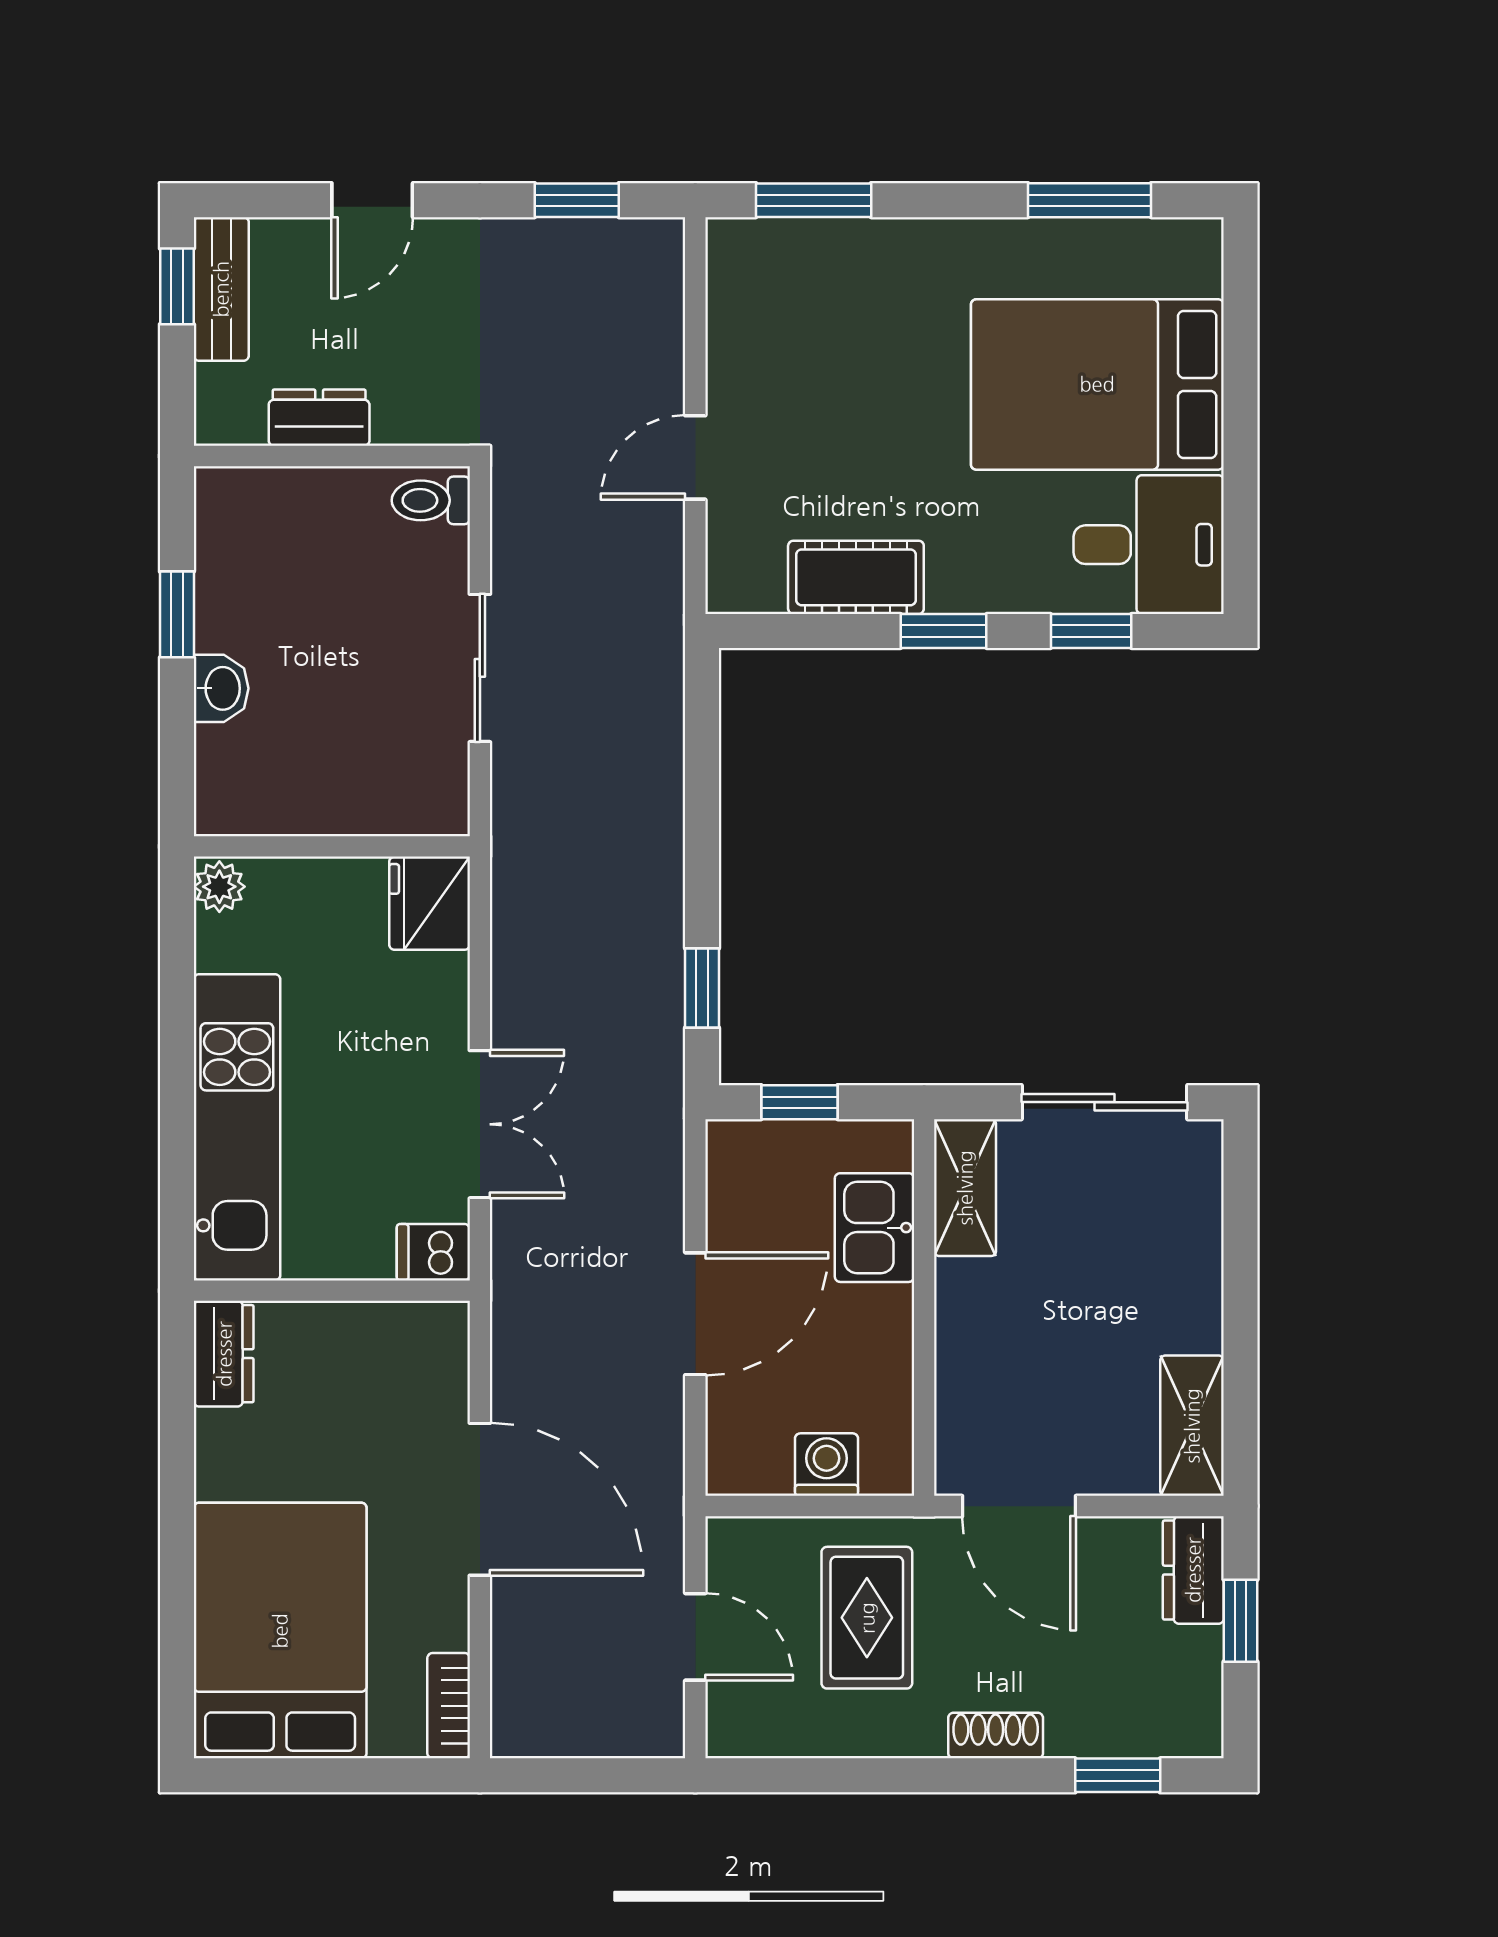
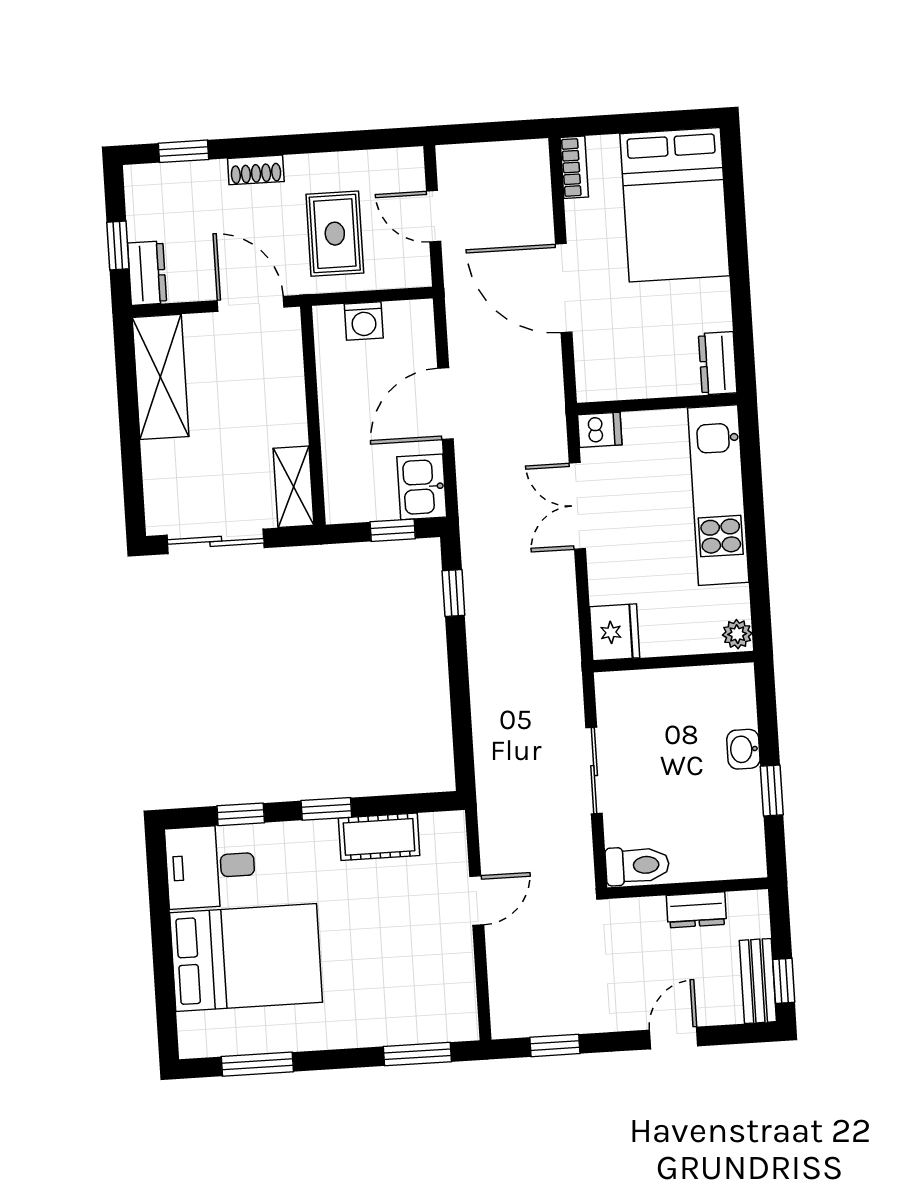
toilet: (431, 500) -> (637, 865), width x1.37, depth x1.39
kitchen sink: (874, 1228) -> (422, 487), moved, turned 180
shelving: (1192, 1426) -> (161, 377), width x1.50, depth x1.33

